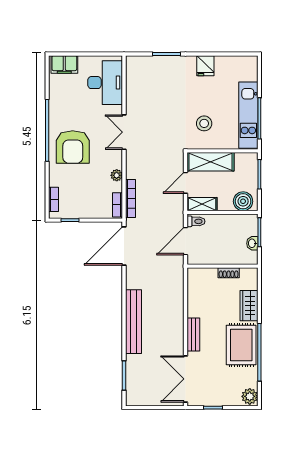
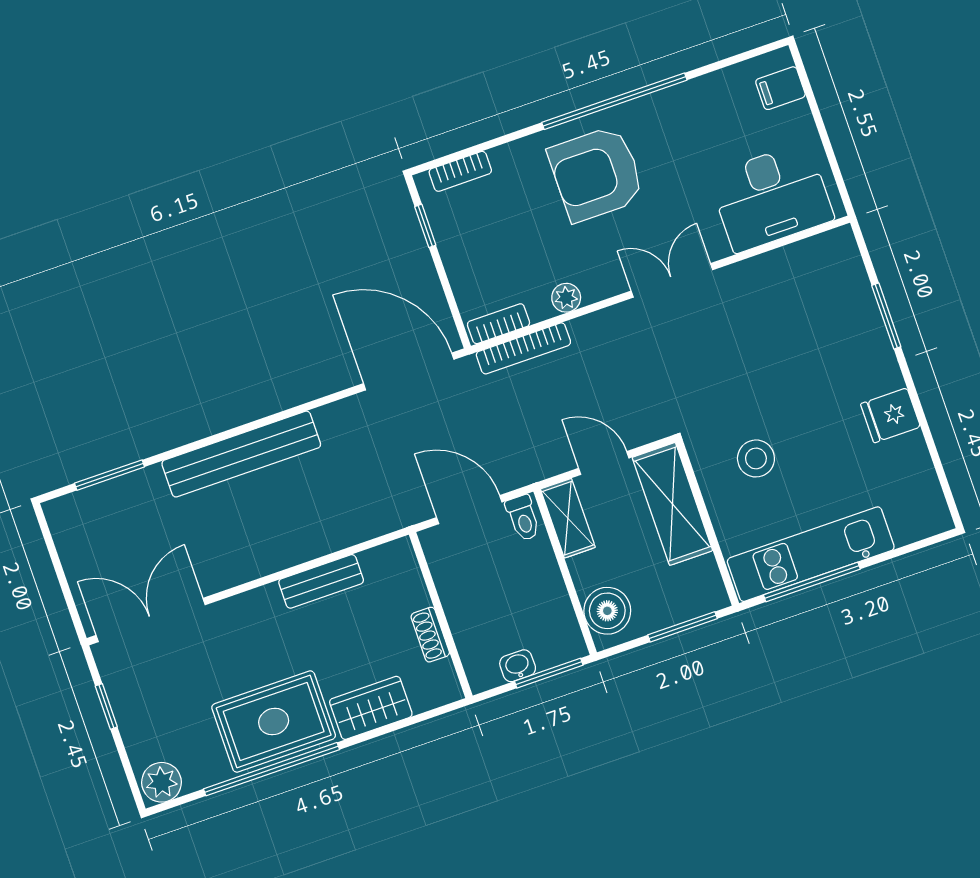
filing cabinet: (64, 64) -> (780, 88), width x0.50
bench: (193, 335) -> (321, 581), moved

